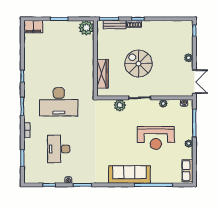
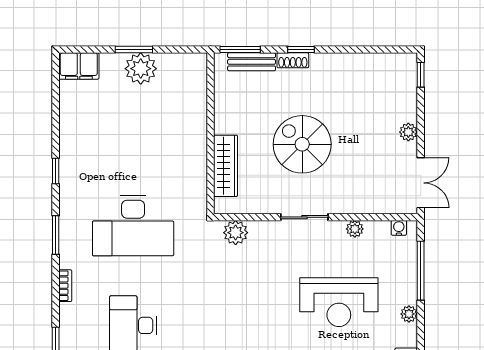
plant: (86, 28) -> (141, 69), moved
plant: (120, 105) -> (236, 233), moved

